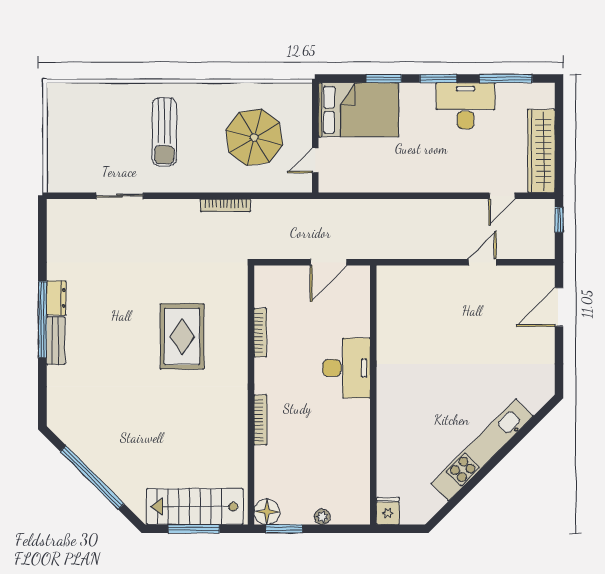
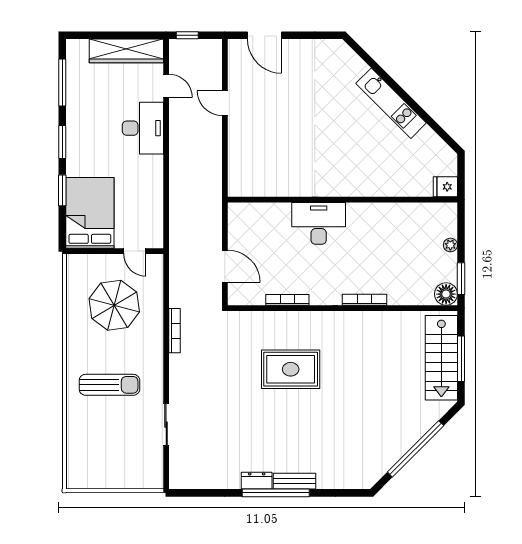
desk: (465, 106) -> (143, 128), moved, turned 180
door: (328, 262) -> (225, 266), moved
kitchen unit: (482, 450) -> (391, 103), width x0.73

